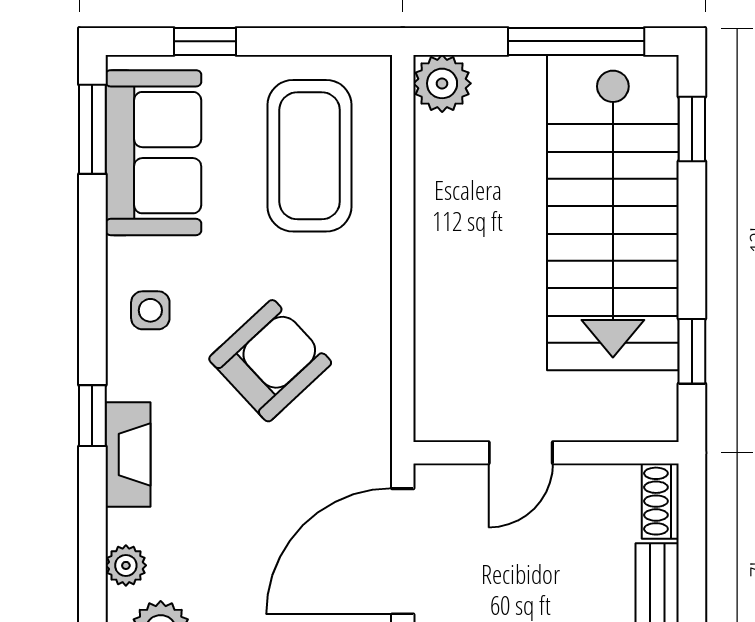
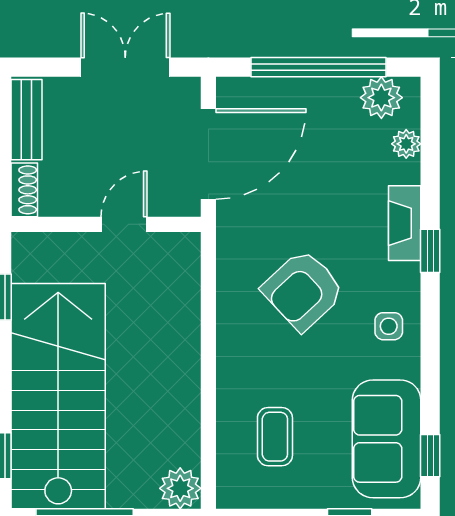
window: (92, 129) -> (430, 456), width x0.67
coffee table: (310, 156) -> (275, 437), width x0.54, depth x0.58

